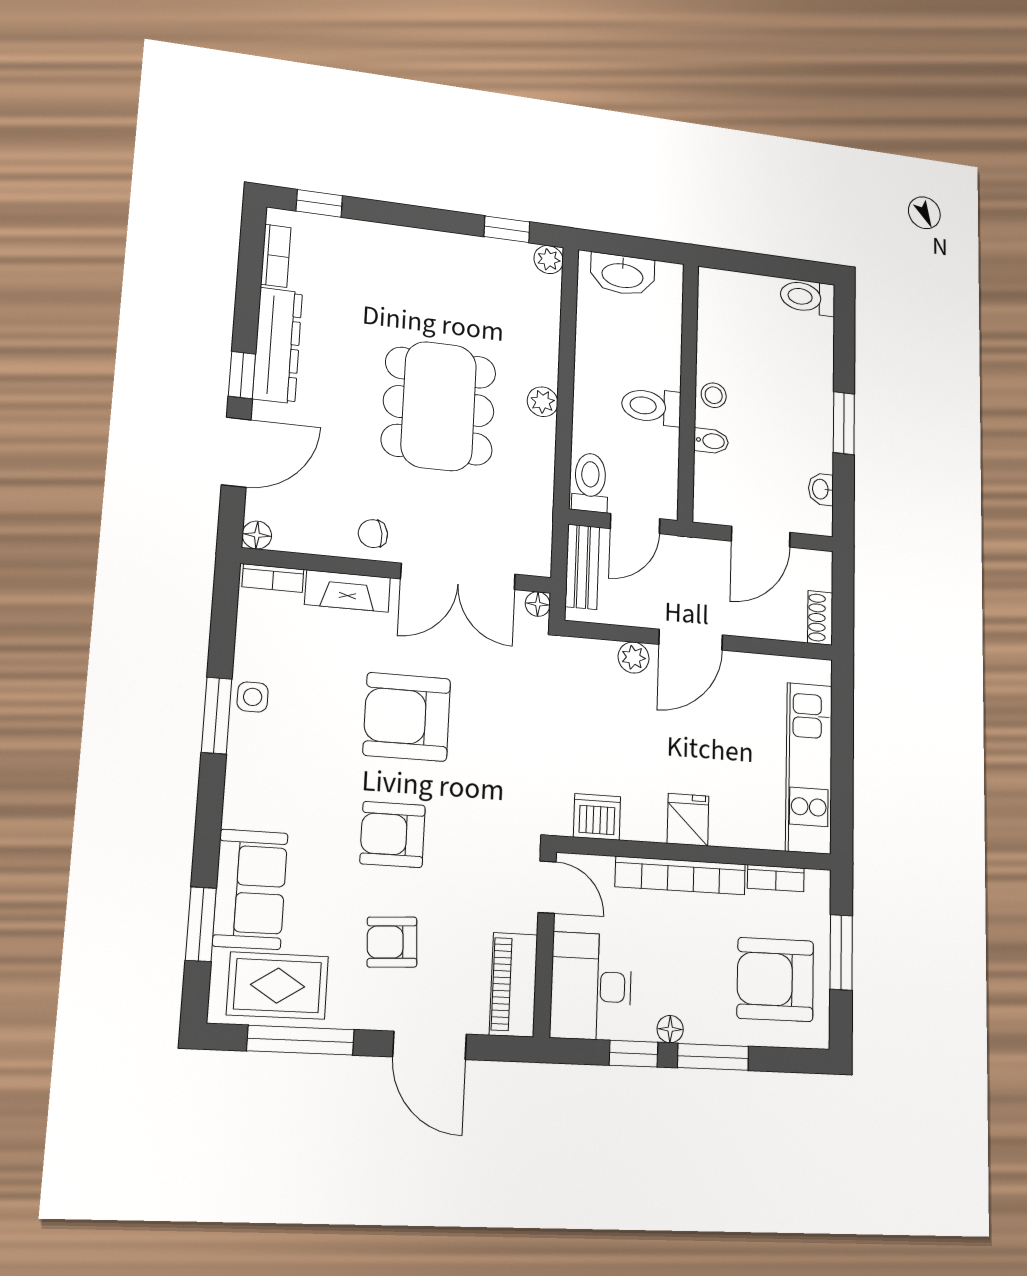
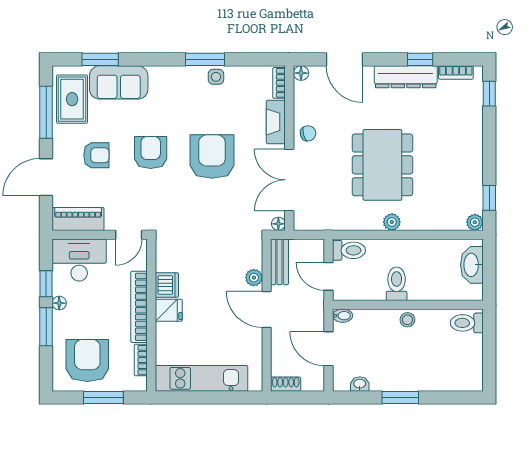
toilet: (808, 297) -> (467, 323), moved, turned -90
window: (242, 375) -> (420, 59), moved
dining table: (439, 406) -> (382, 165), turned 90
bidet: (711, 441) -> (343, 316), moved, turned -90
chair: (373, 534) -> (308, 133), turned 83
bench: (582, 567) -> (280, 262), moved, turned 90
dishwasher: (597, 817) -> (167, 285), moved
armchair: (392, 942) -> (96, 155), turned 93

